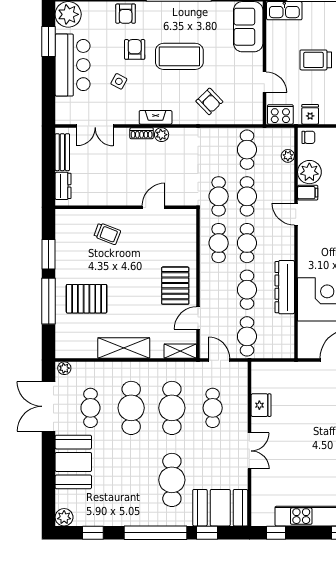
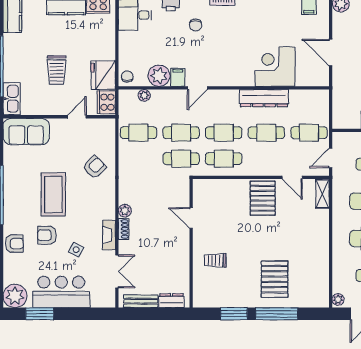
fridge: (310, 114) -> (103, 75), width x1.88, depth x1.34
fireplace: (156, 117) -> (109, 235), moved
trolley: (107, 234) -> (215, 260), turned -111
pallet: (175, 286) -> (263, 198), turned 90
shelving: (124, 348) -> (320, 245), removed

